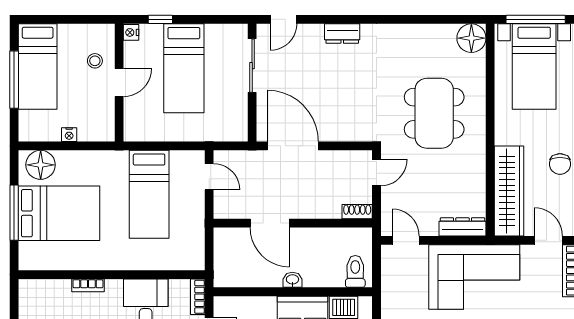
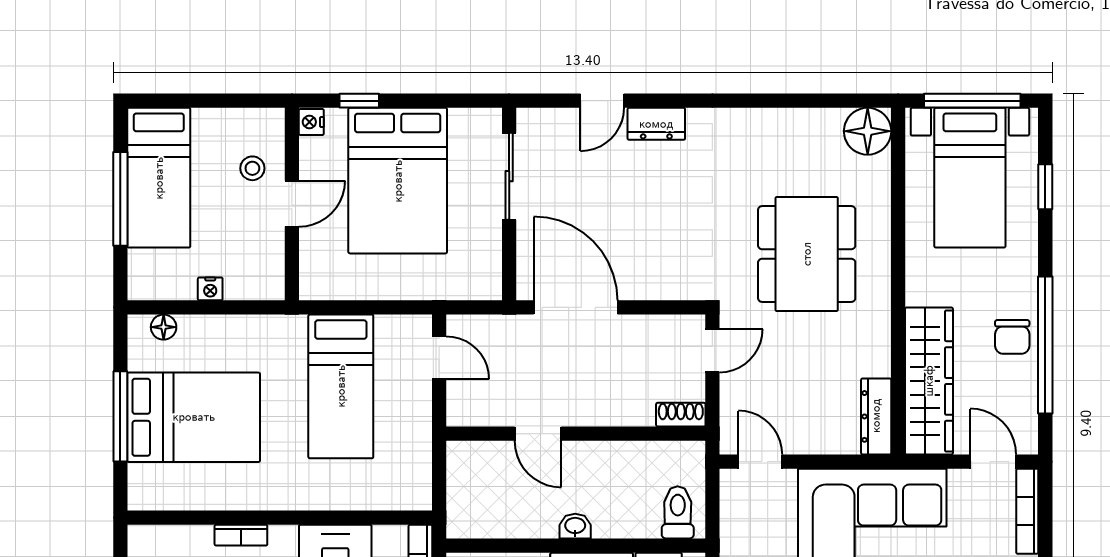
door: (283, 19) -> (602, 101), moved
bed: (184, 68) -> (398, 181), width x1.50
floor lamp: (41, 165) -> (164, 327), width x0.53, depth x0.53
door: (270, 223) -> (538, 434), width x0.73
dresser: (463, 227) -> (876, 416), moved, turned -90

